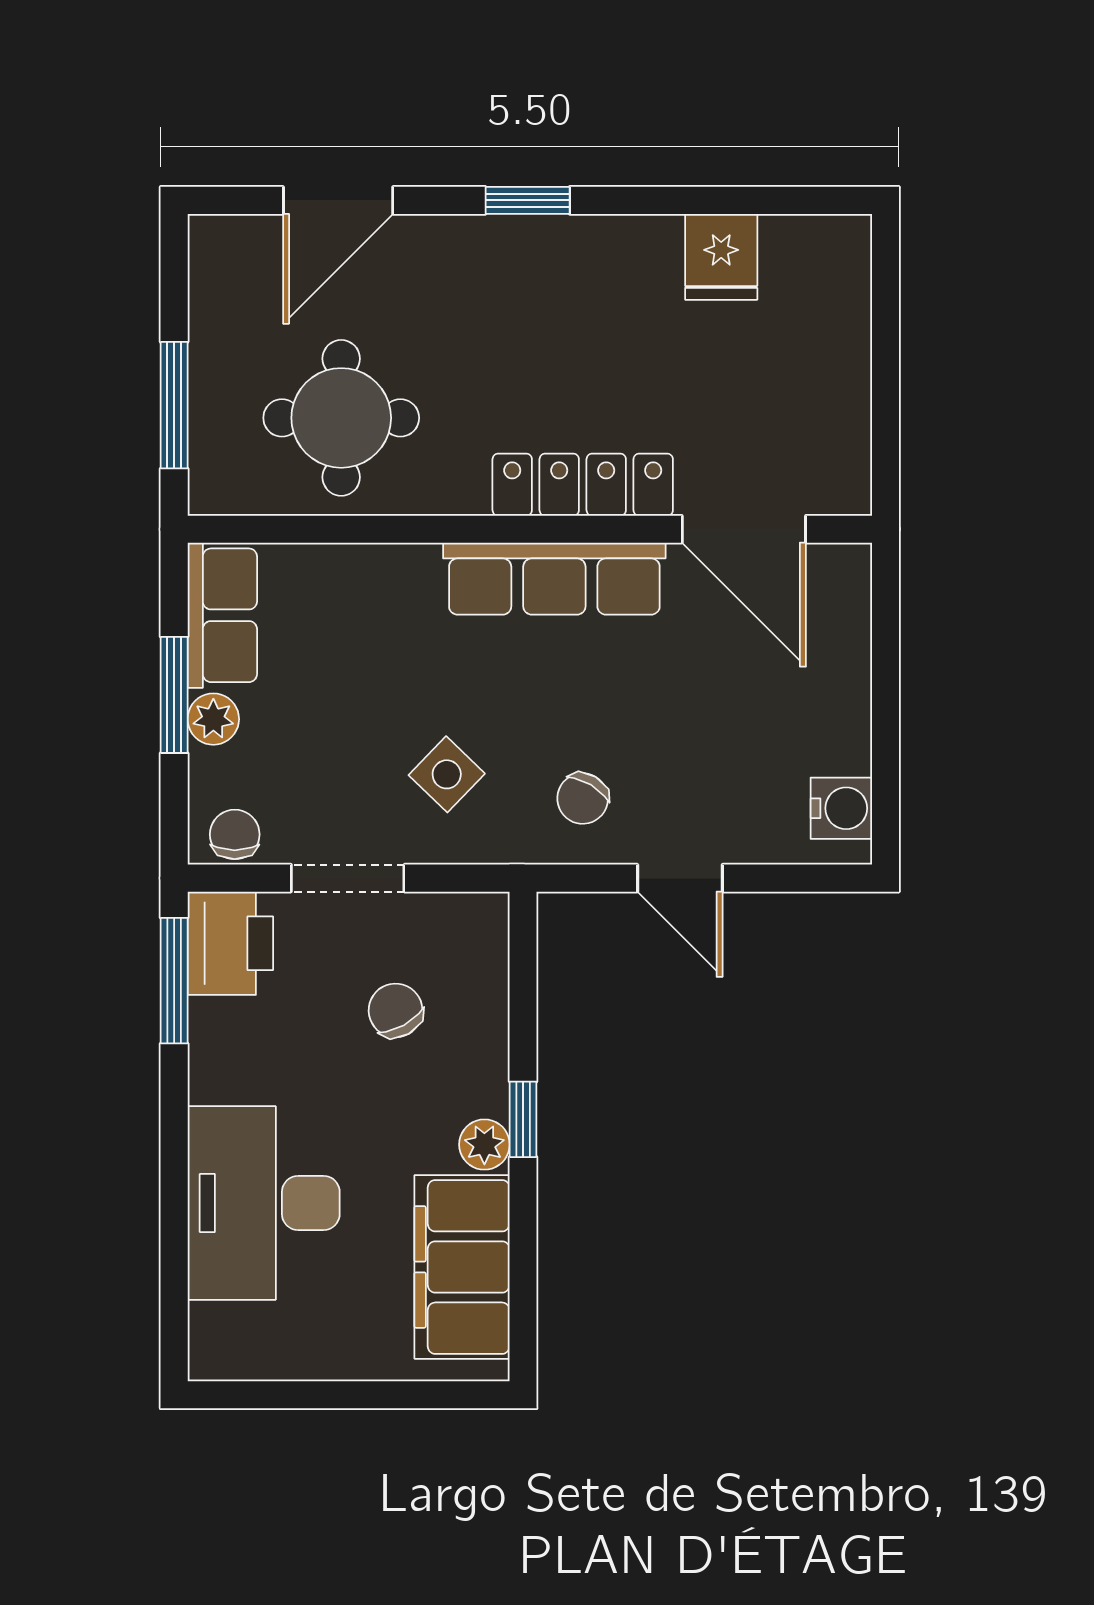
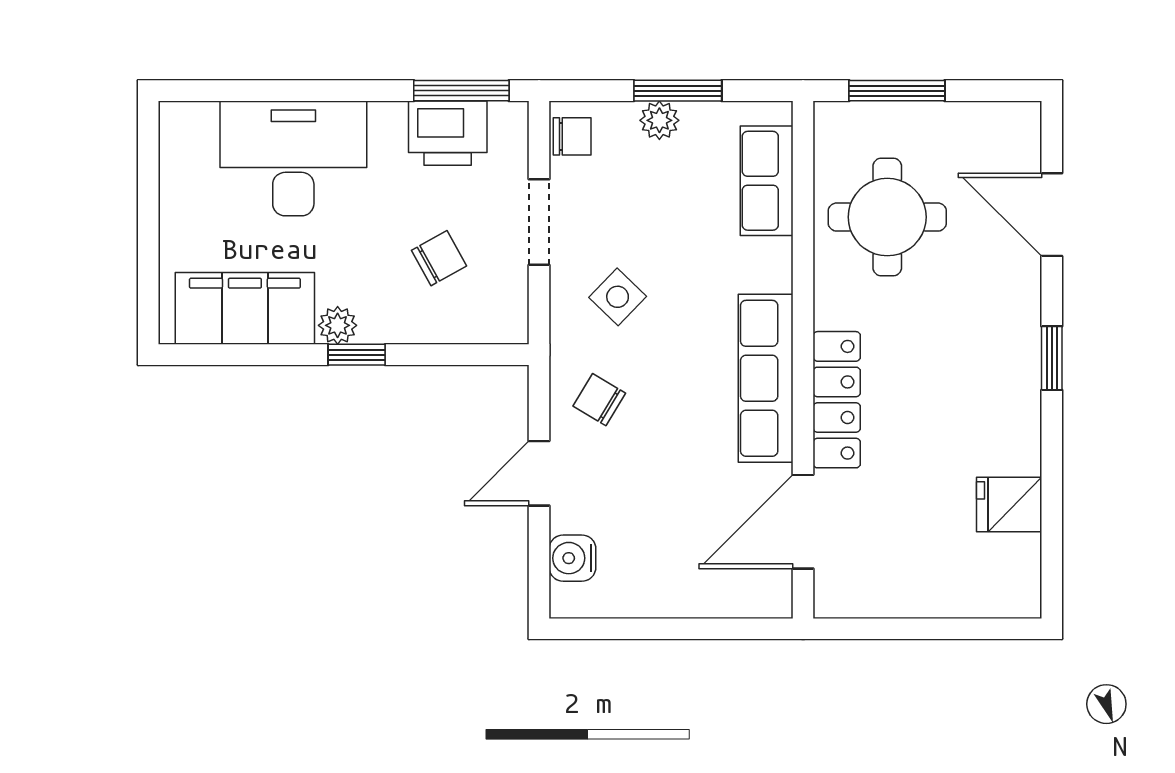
row of seats: (222, 615) -> (767, 181), moved, turned 90
water cooler: (841, 808) -> (572, 558), moved, turned 90
printer: (230, 943) -> (448, 133), moved

